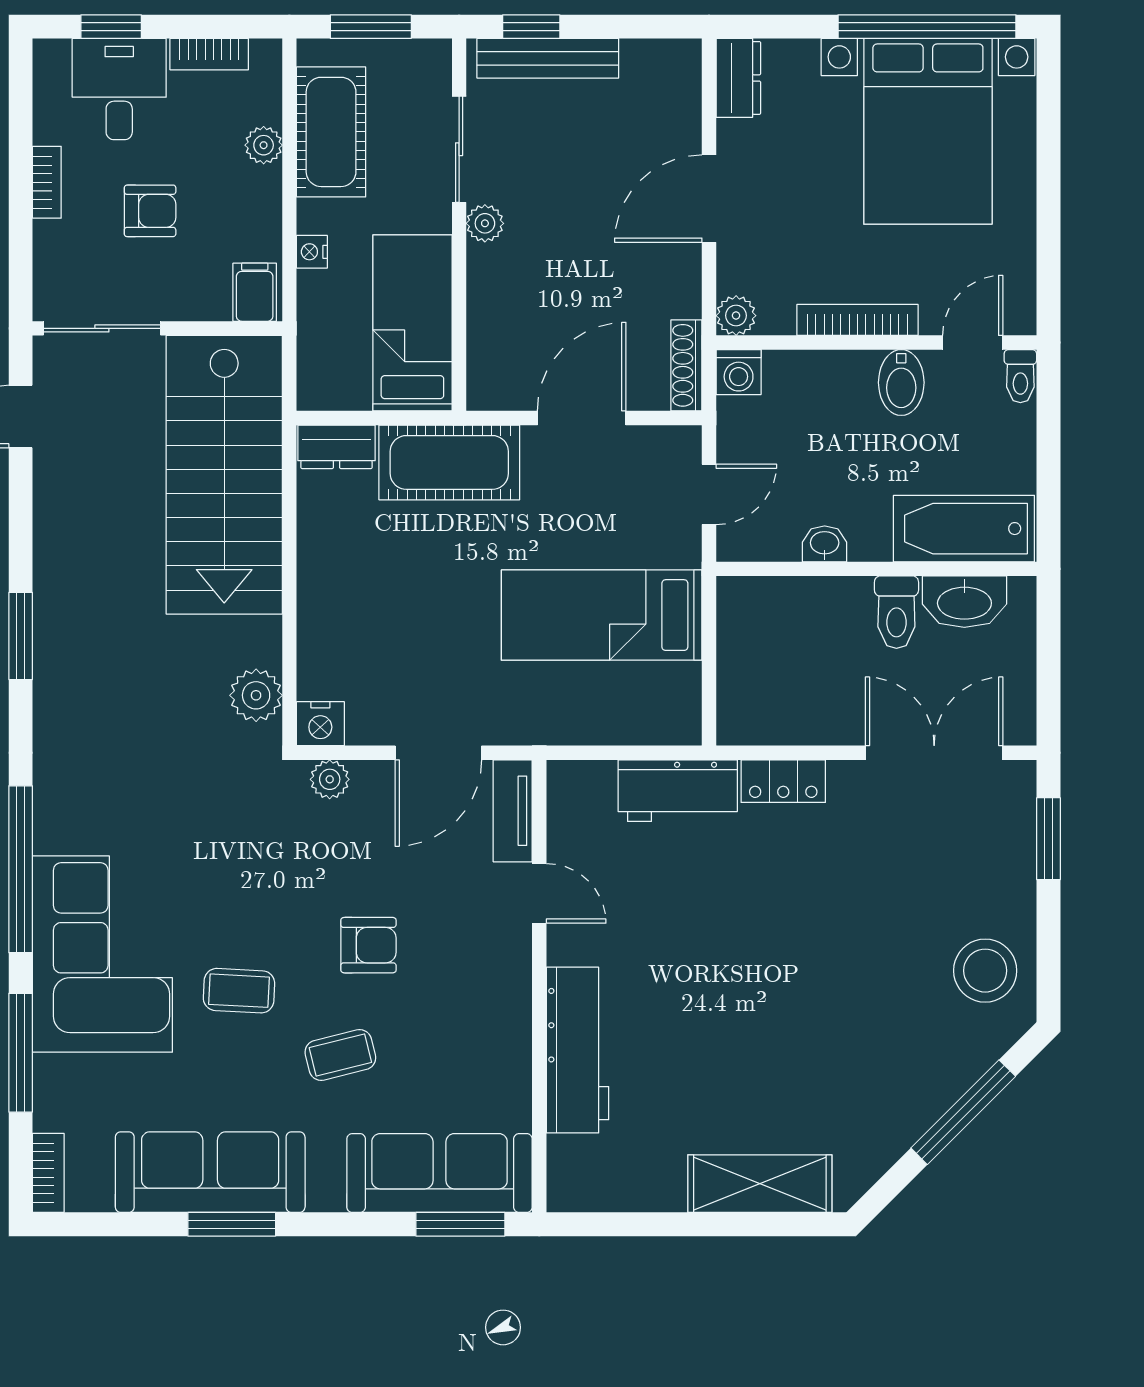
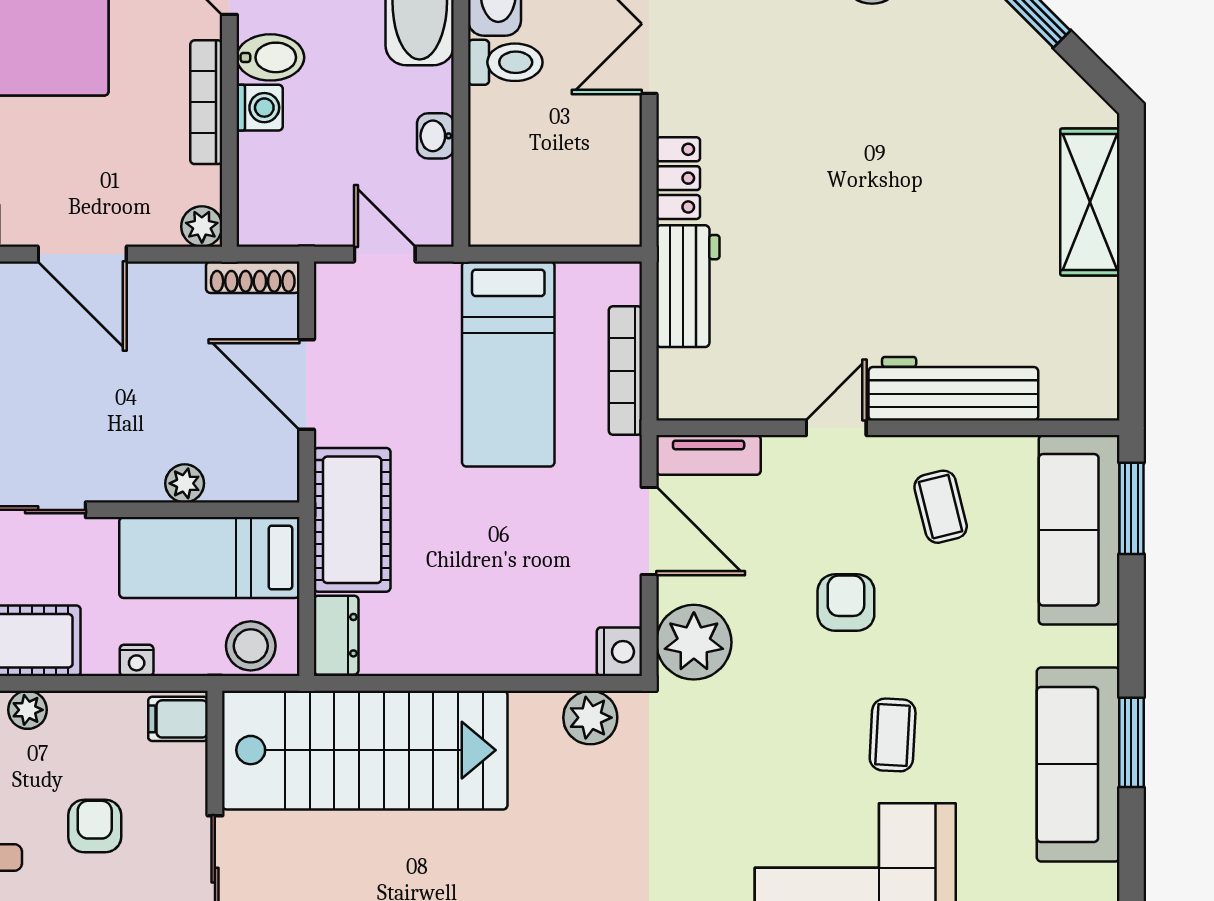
plant: (485, 223) -> (185, 483), moved
stool: (326, 363) -> (251, 646), added
washing machine: (739, 372) -> (260, 108), moved
bookcase: (595, 730) -> (625, 371), added
plant: (330, 779) -> (694, 642), width x1.88, depth x1.88
door: (539, 893) -> (836, 428), moved
coffee table: (340, 1055) -> (941, 507), moved

